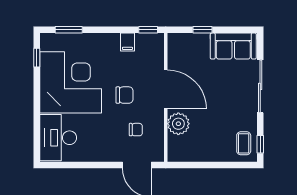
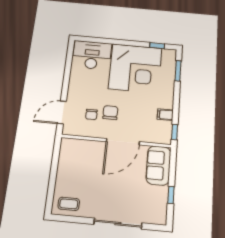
window: (203, 30) -> (171, 195), moved
sofa: (233, 46) -> (158, 165), moved
chair: (124, 95) -> (110, 113), moved, turned 180
plant: (178, 124) -> (92, 149), removed
window: (260, 144) -> (66, 219), removed

